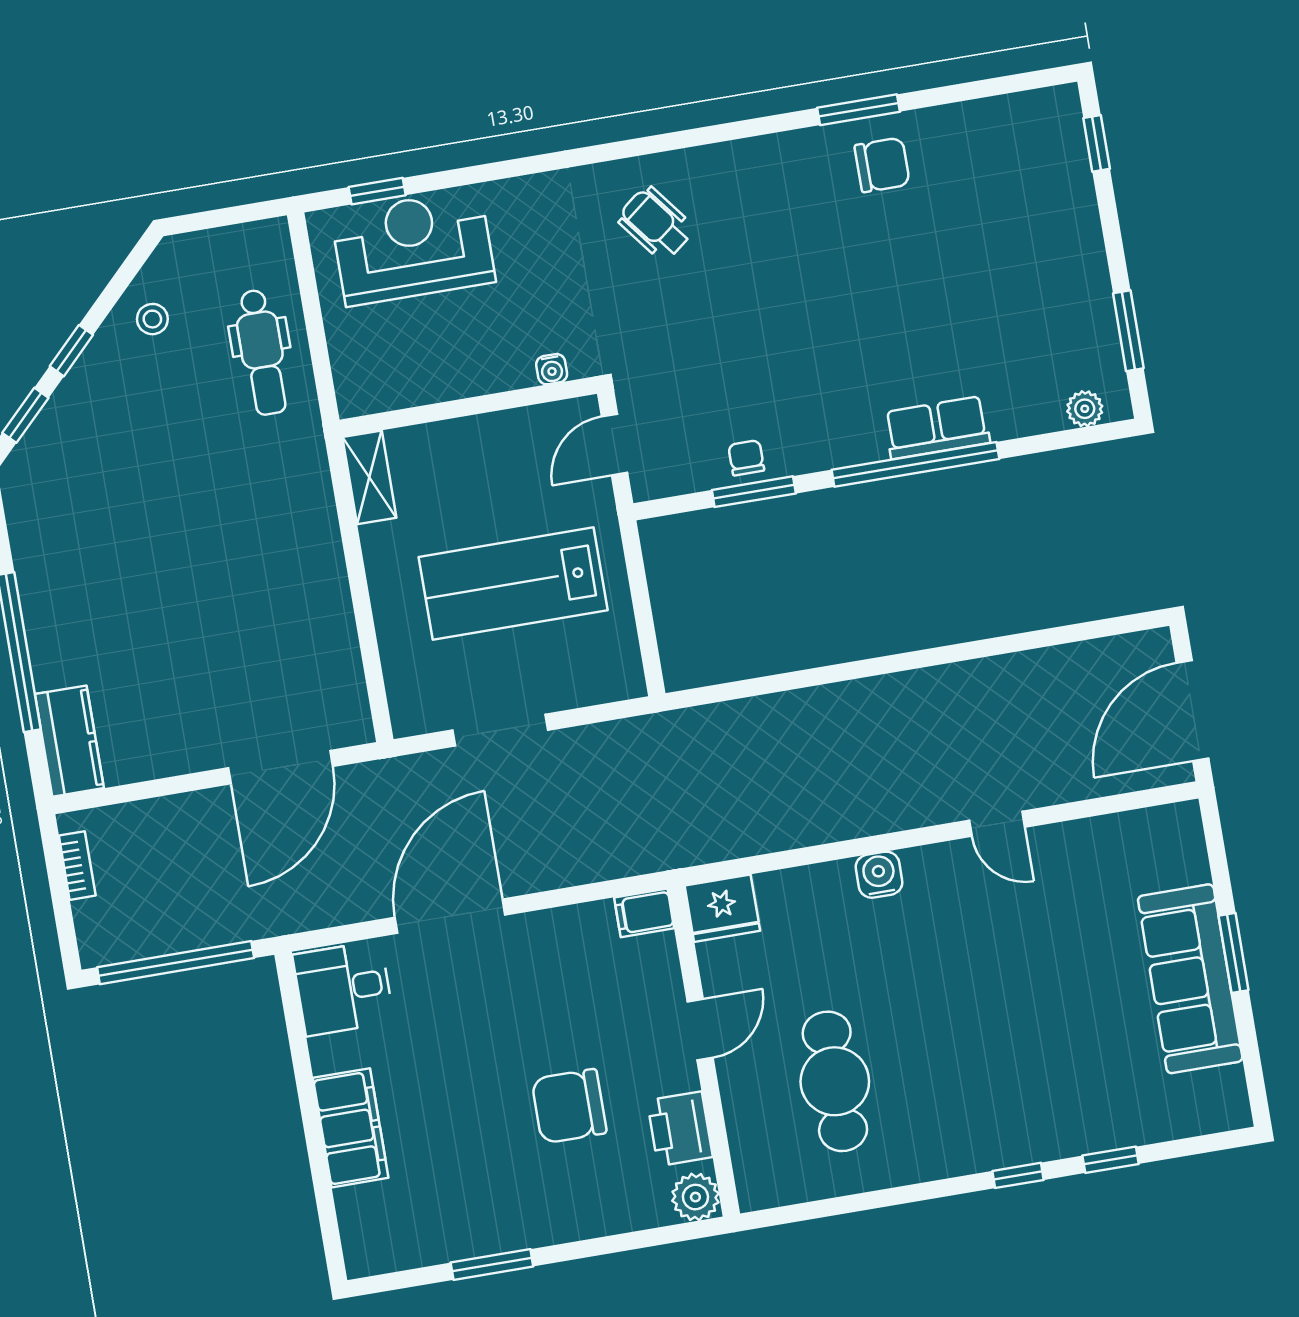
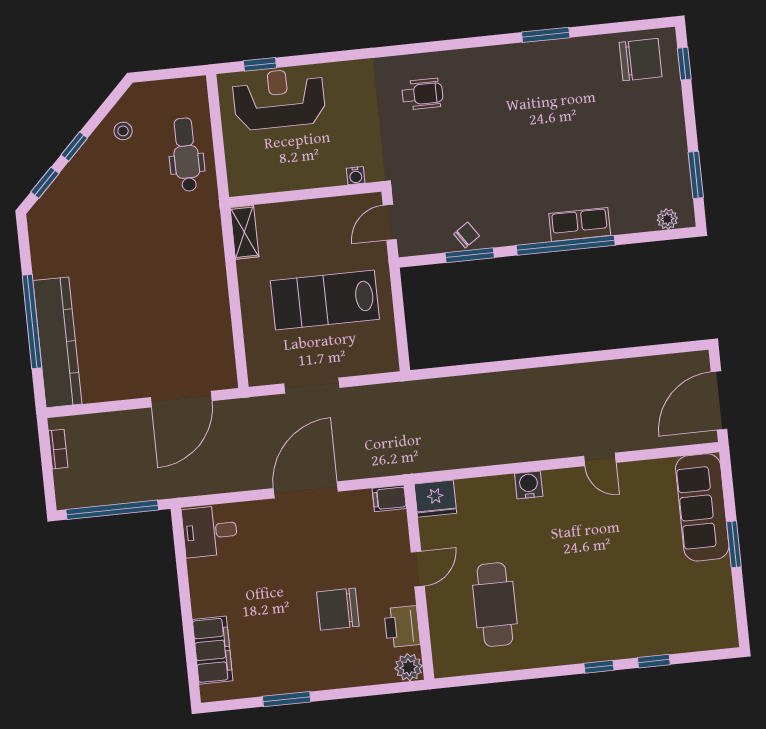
chair: (882, 165) -> (641, 60), moved, width x1.37, depth x1.37
wheelchair: (656, 224) -> (422, 94), turned 128
dental chair: (262, 352) -> (186, 155), turned 180
chair: (746, 458) -> (467, 235), turned 56
kitchen counter: (69, 741) -> (57, 342), width x2.08, depth x1.17
door: (450, 916) -> (306, 490), moved
sofa: (1190, 979) -> (702, 507), moved
filing cabinet: (351, 1128) -> (213, 650), moved

